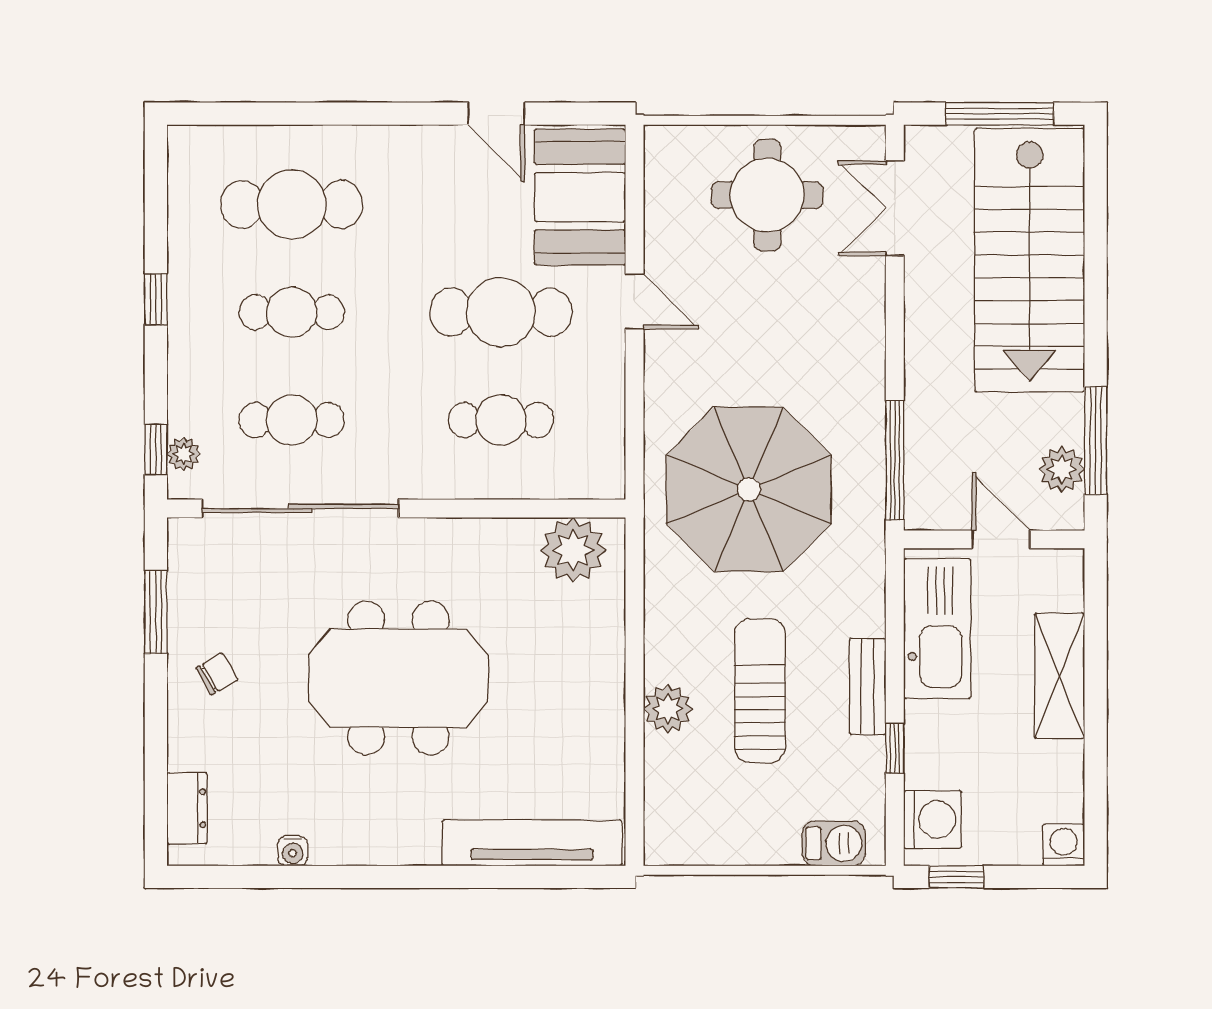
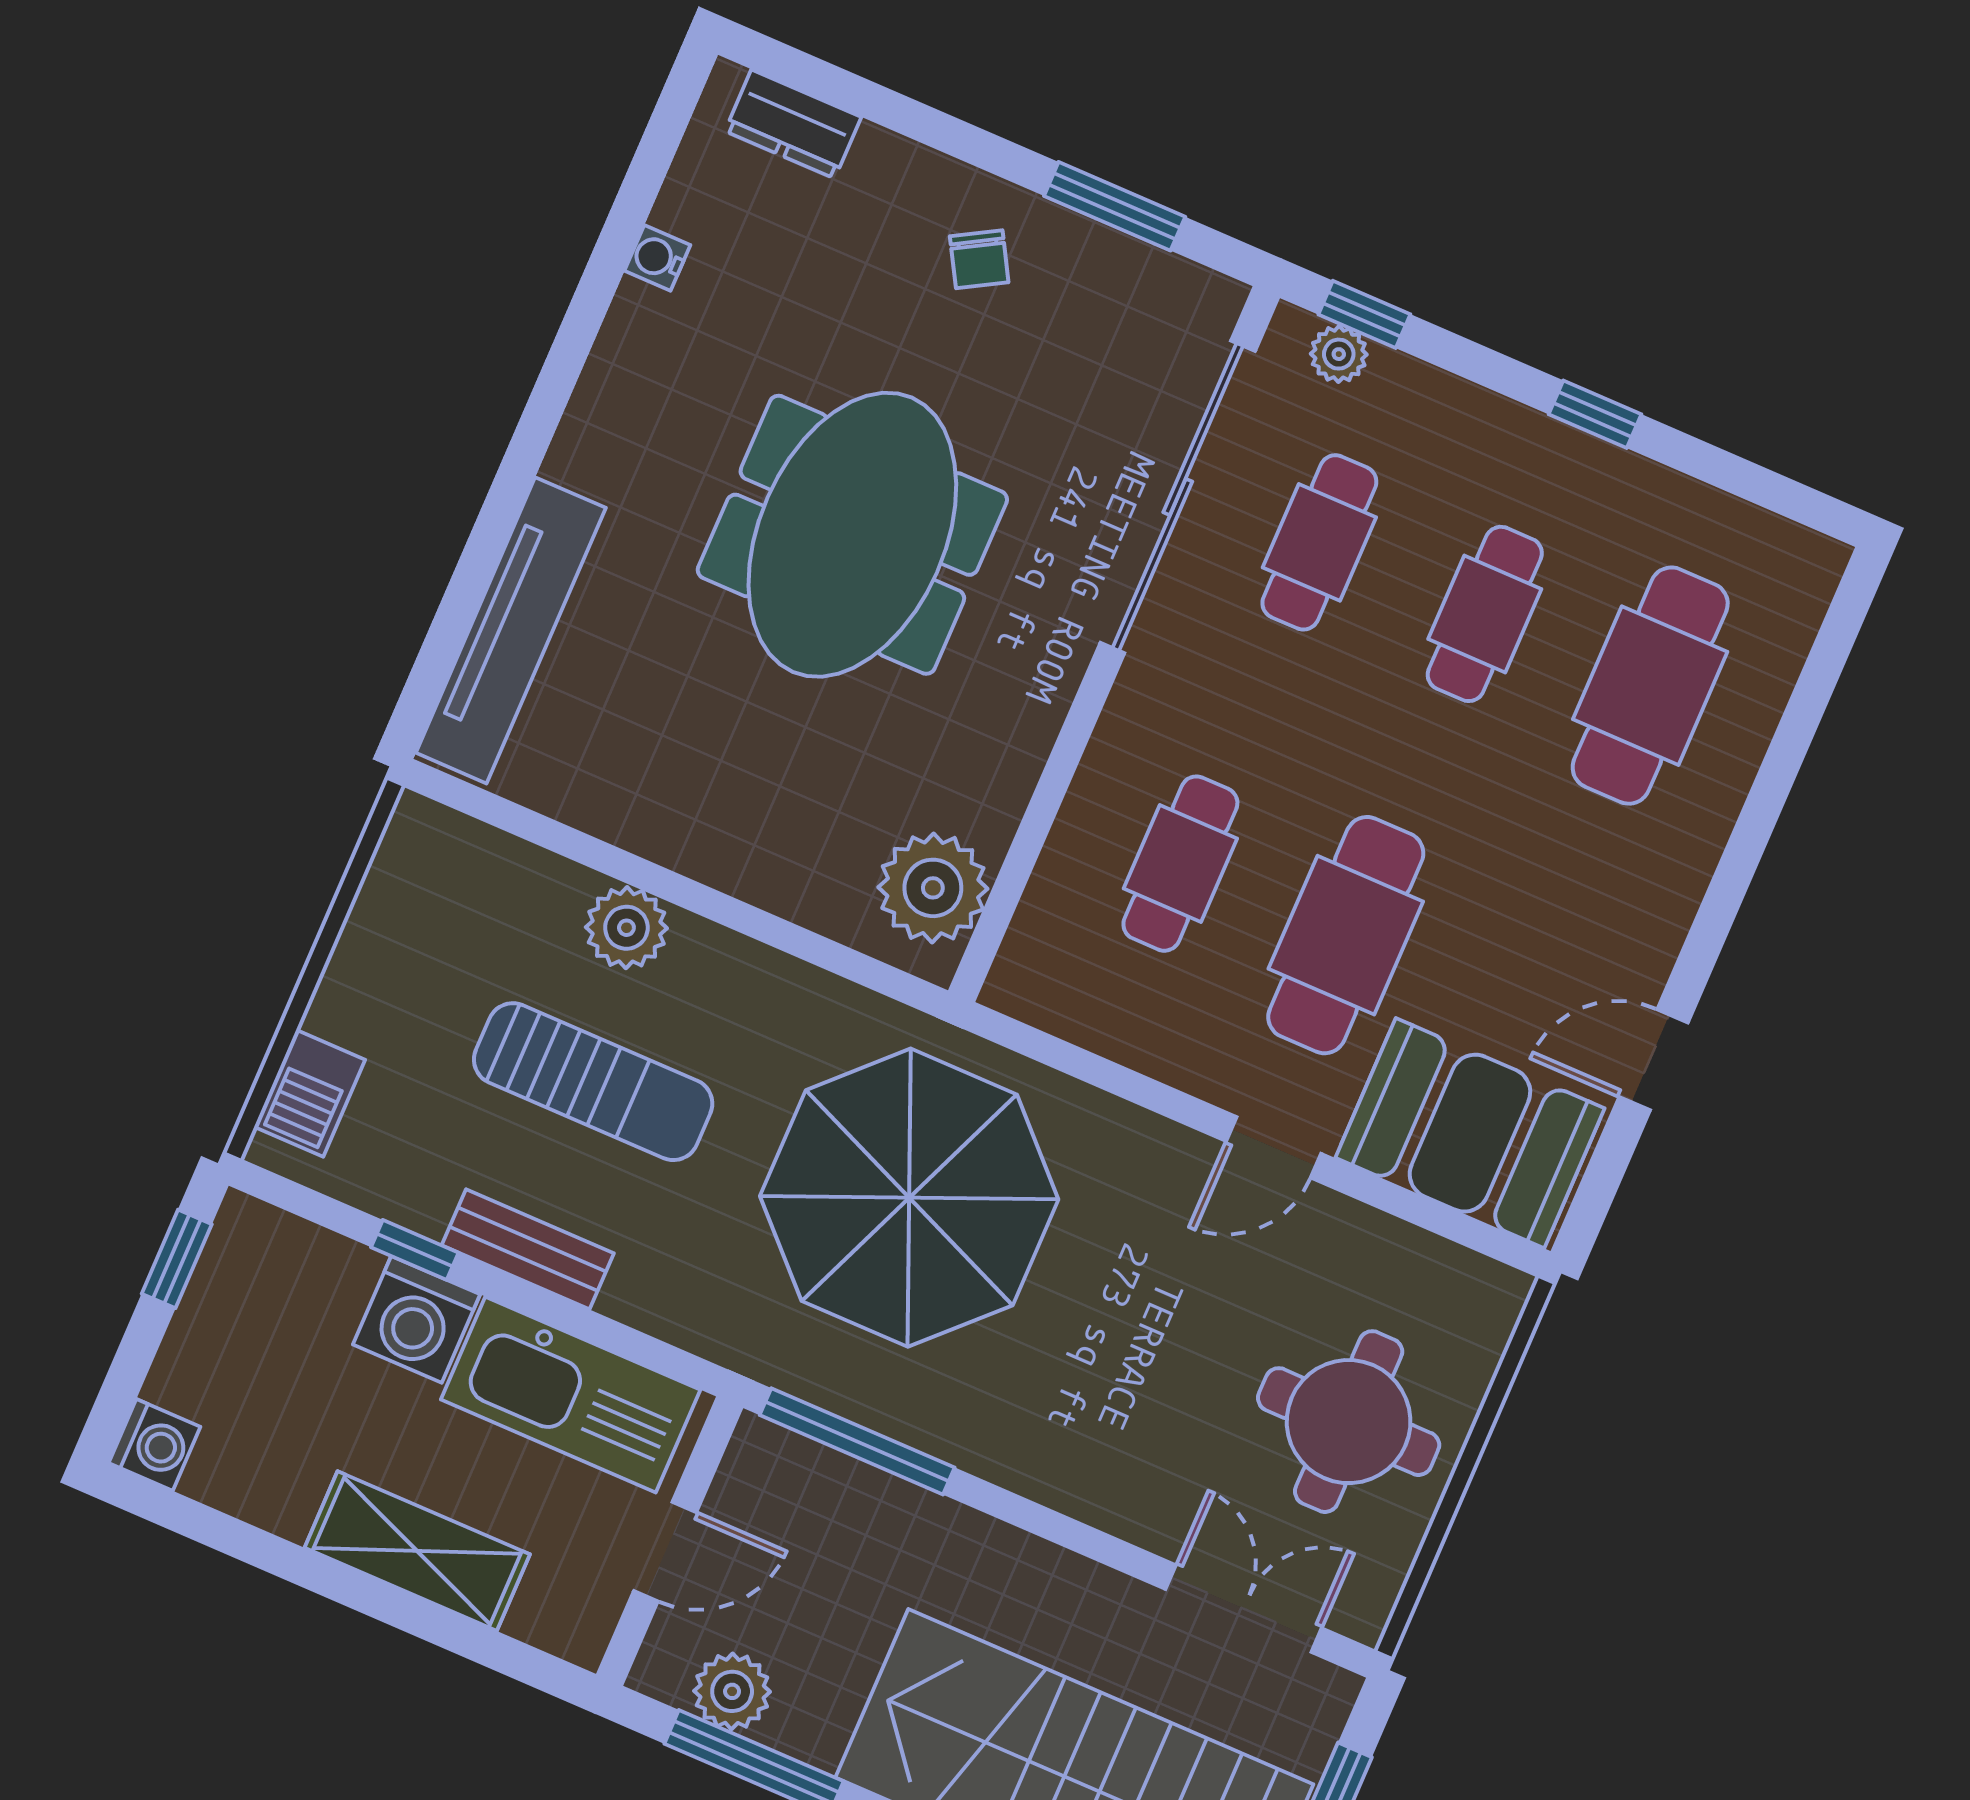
washing machine: (933, 820) -> (416, 1319), moved

